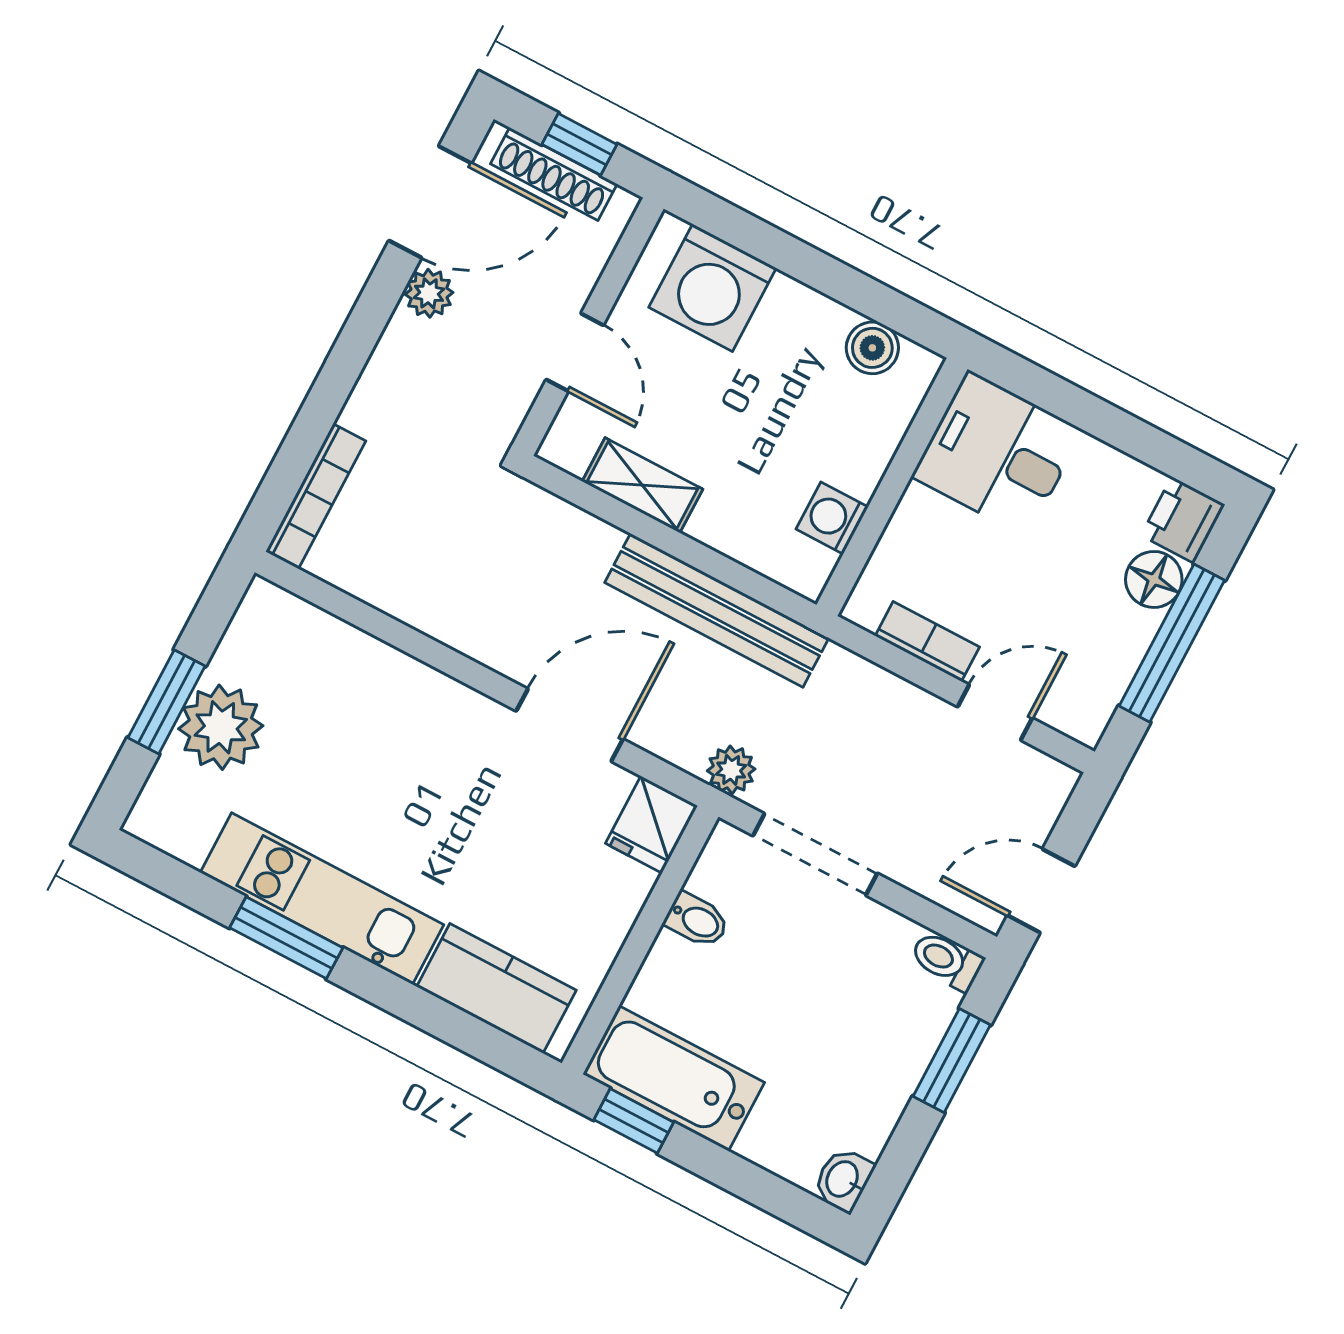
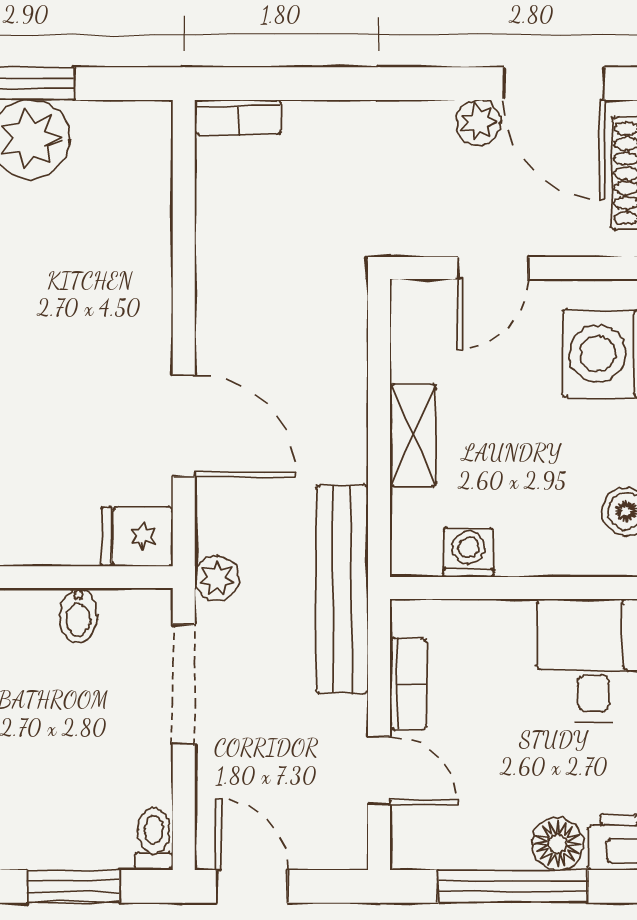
shelving: (642, 485) -> (413, 435), moved
bookcase: (316, 496) -> (238, 117), width x0.64
bench: (717, 610) -> (342, 589), moved

